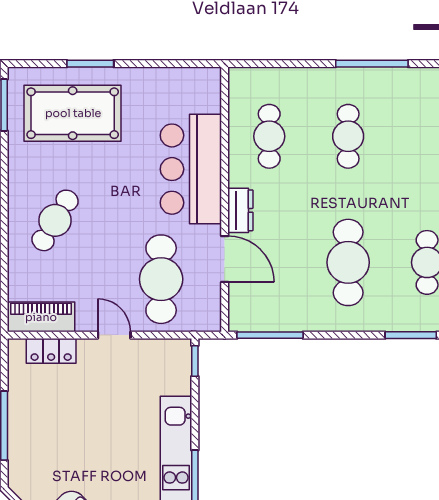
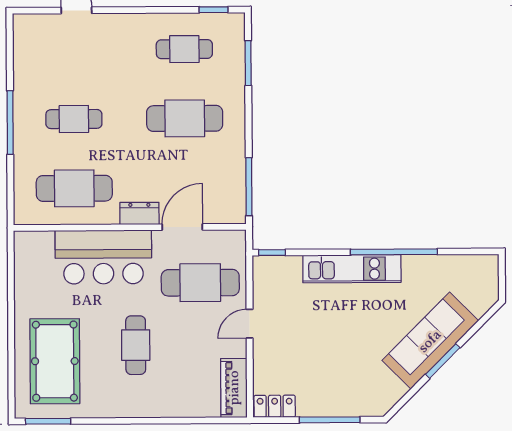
window: (90, 64) -> (11, 346), removed
window: (372, 64) -> (10, 123), moved
cafe table: (269, 136) -> (74, 188), width x1.37, depth x1.35
cafe table: (55, 220) -> (136, 345), moved, turned 59
locker: (51, 351) -> (275, 406), moved, turned -90

